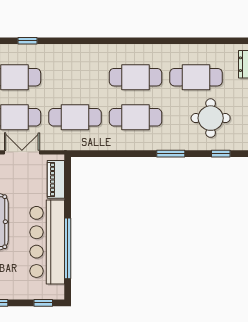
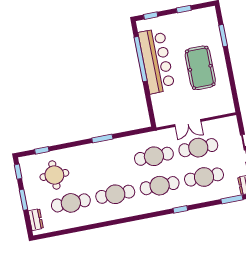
window: (28, 41) -> (180, 209), moved
cafe table: (135, 117) -> (160, 186), moved
window: (171, 154) -> (102, 139), moved
piano: (56, 179) -> (159, 108), removed

